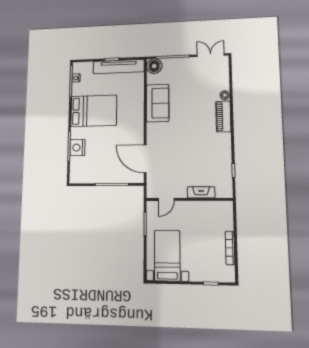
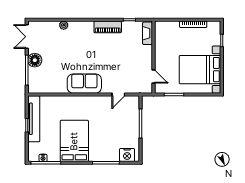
floor lamp: (154, 66) -> (35, 60), moved
sofa: (158, 103) -> (84, 84), moved
piano: (223, 116) -> (108, 27), moved
nightstand: (78, 148) -> (127, 155), moved
door: (145, 159) -> (118, 94), width x0.53
fireplace: (201, 192) -> (148, 33), moved
bed with nightstands: (167, 256) -> (200, 70), width x1.36

